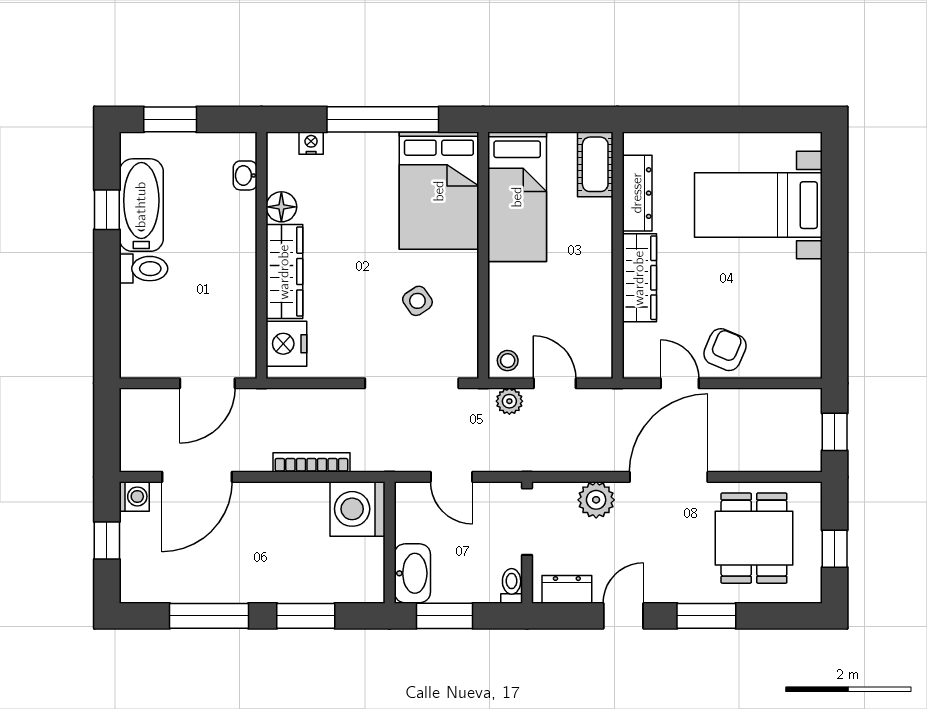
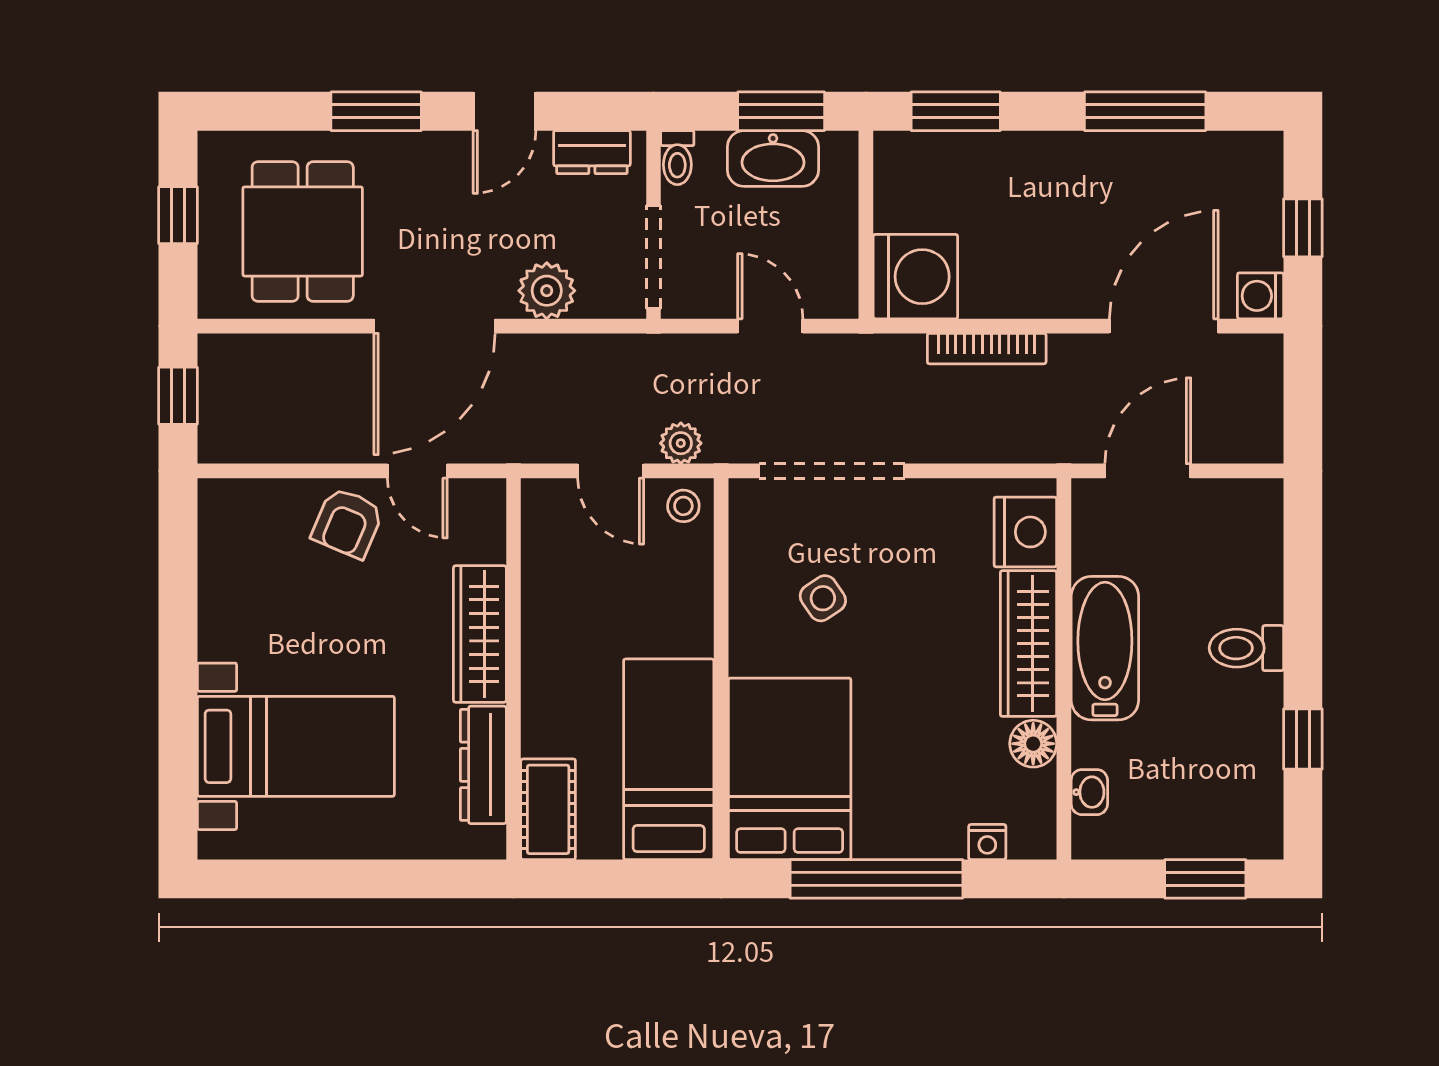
bathtub: (141, 205) -> (1105, 648), moved, turned 180
washbasin: (412, 573) -> (773, 158), moved, turned -90
window: (306, 616) -> (956, 111), moved

